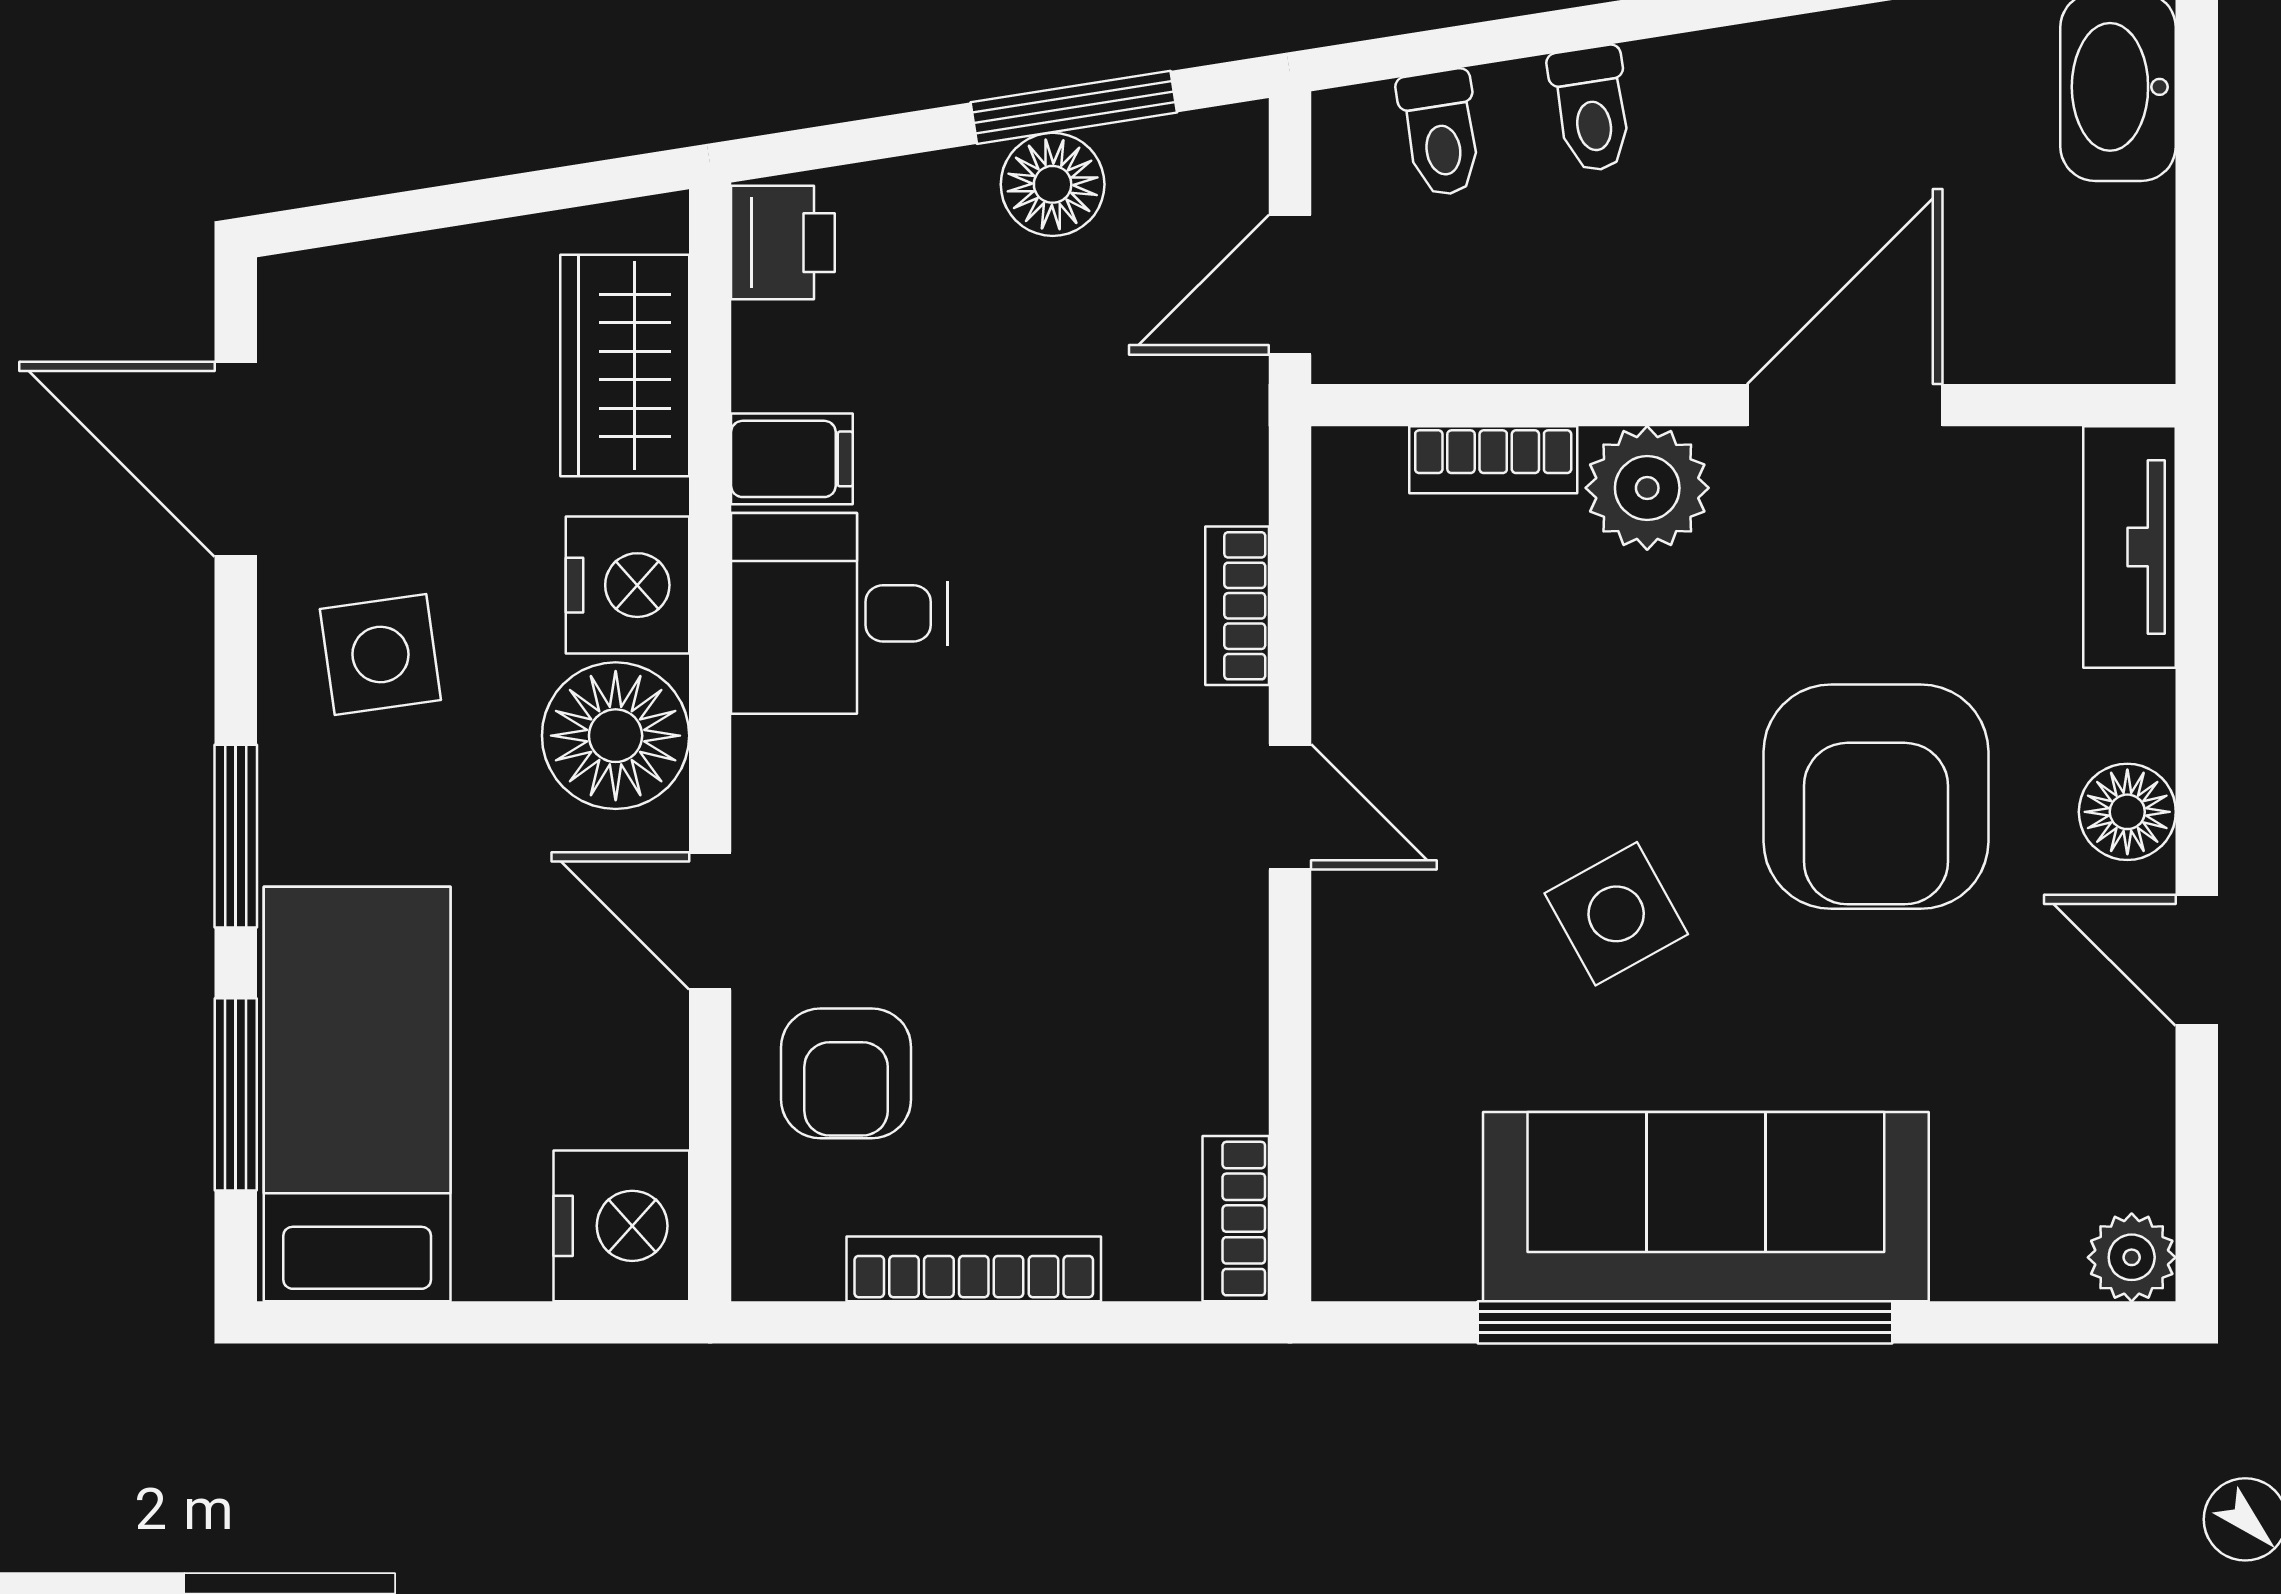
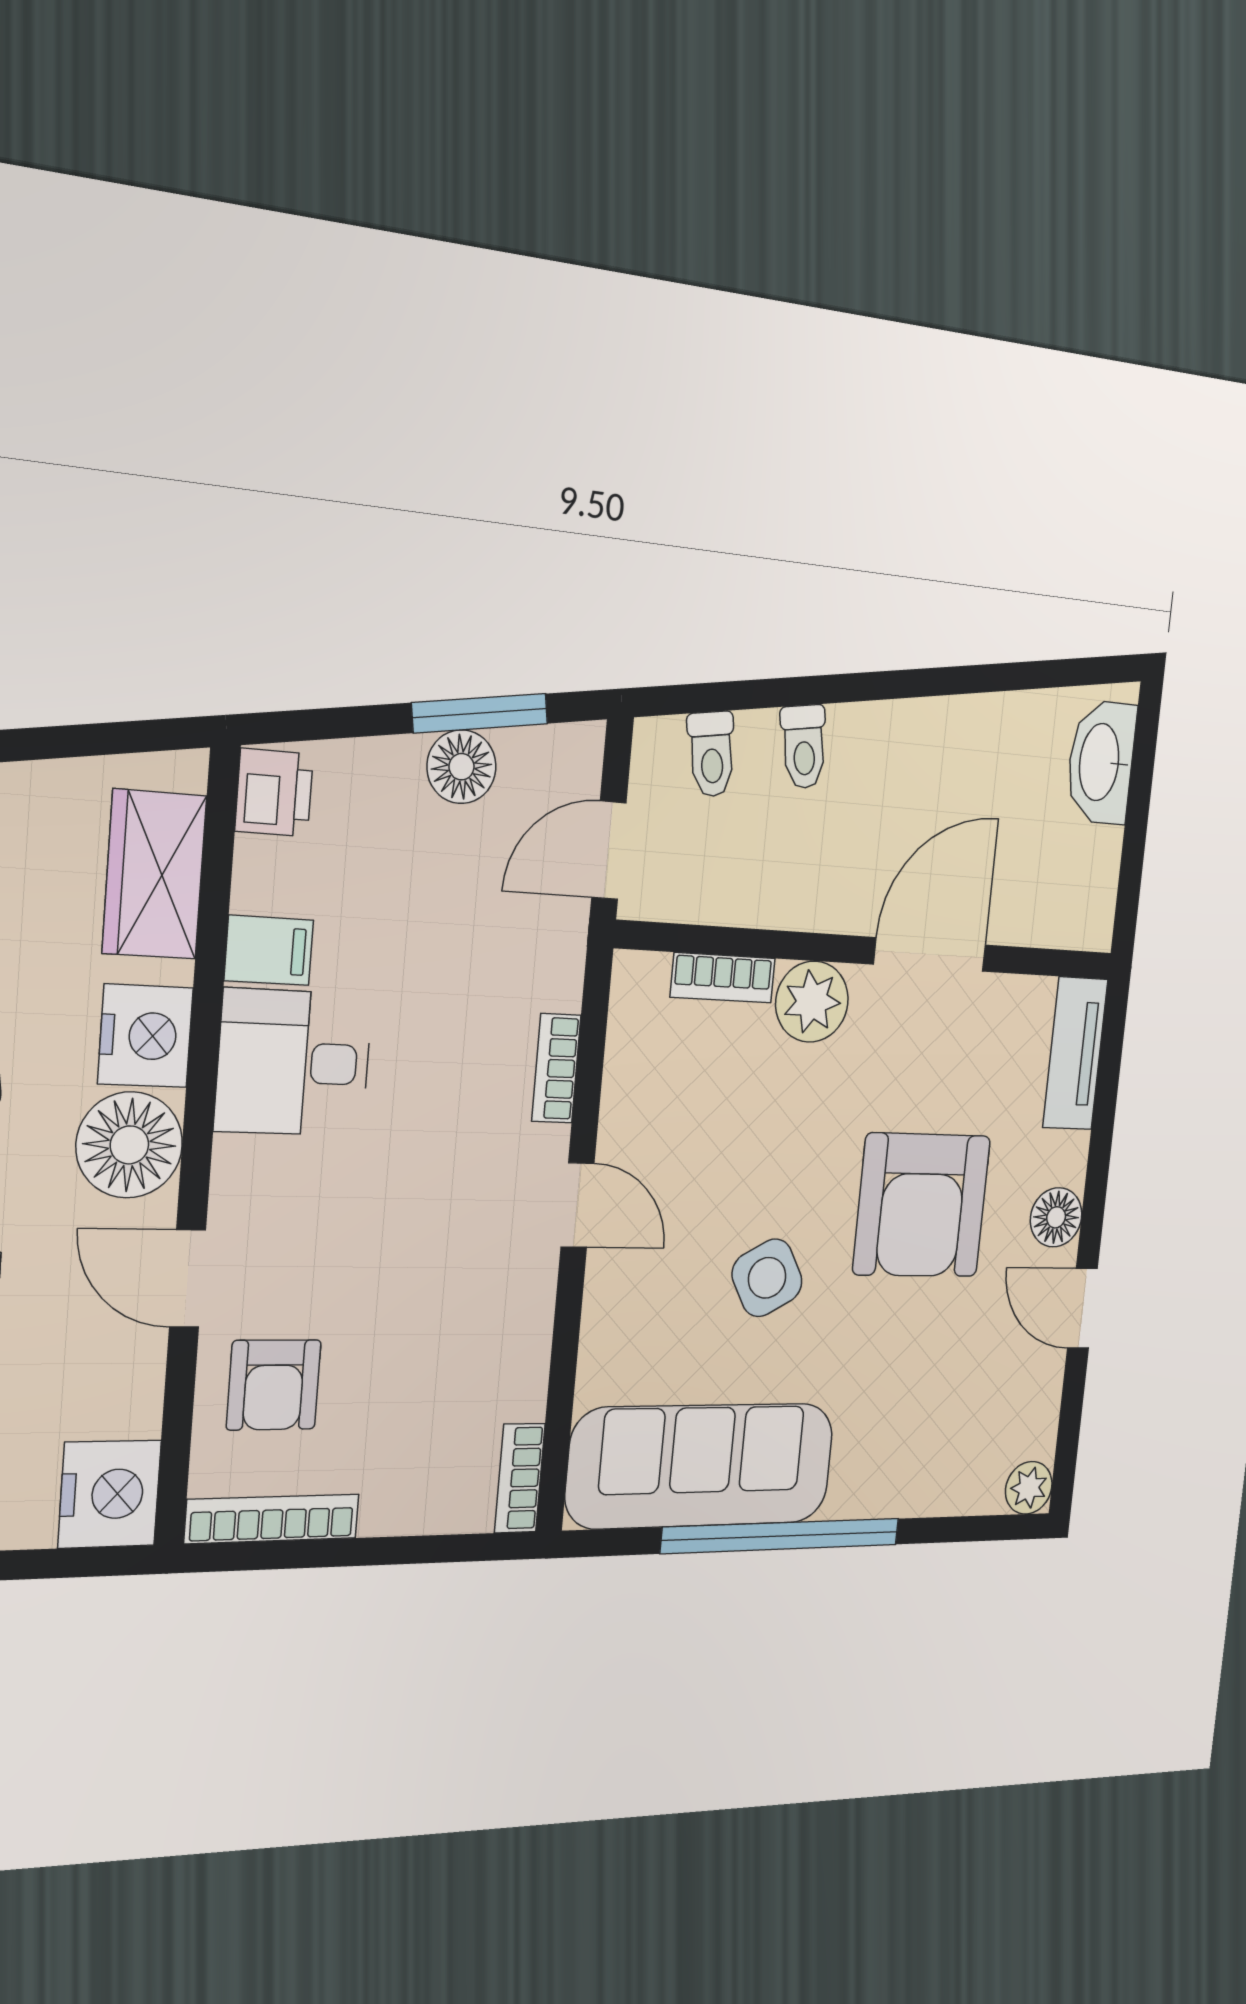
sofa: (1706, 1207) -> (701, 1466), moved
bookcase: (974, 1269) -> (272, 1519), moved

